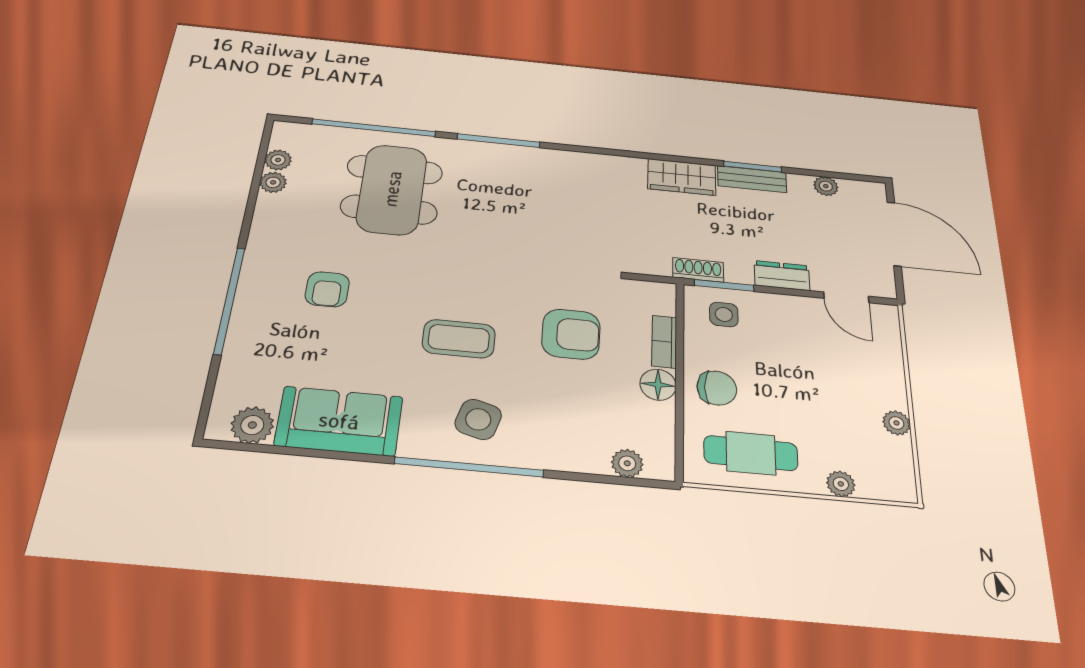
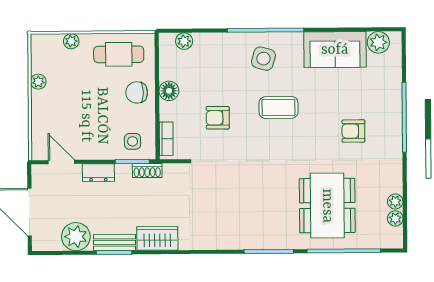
plant: (826, 186) -> (76, 237), width x1.87, depth x1.87
armchair: (327, 289) -> (353, 131), turned -90
armchair: (571, 334) -> (218, 118), width x0.72, depth x0.72
bookcase: (664, 342) -> (166, 139), moved

